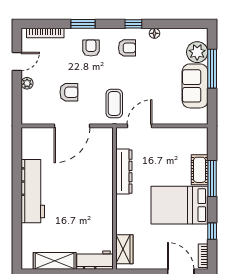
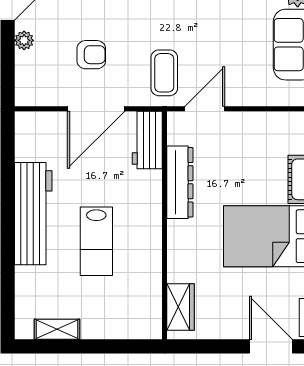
lab bench: (72, 208) -> (96, 241), added
workbench: (95, 260) -> (147, 140), moved, turned -90
shelving: (55, 261) -> (57, 329), width x0.67, depth x0.75

